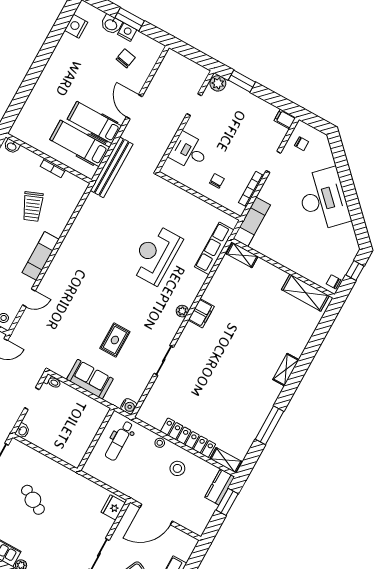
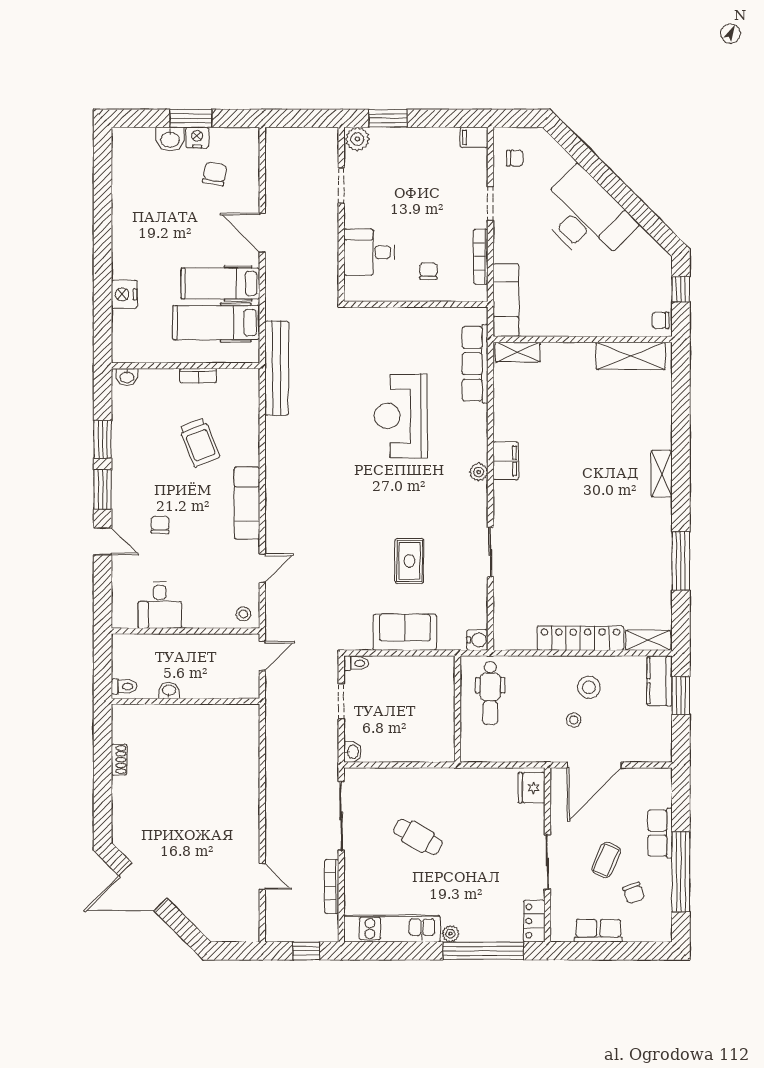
nightstand: (76, 26) -> (124, 294), moved
bench: (112, 167) -> (277, 368), moved
stool: (160, 443) -> (574, 720), moved

